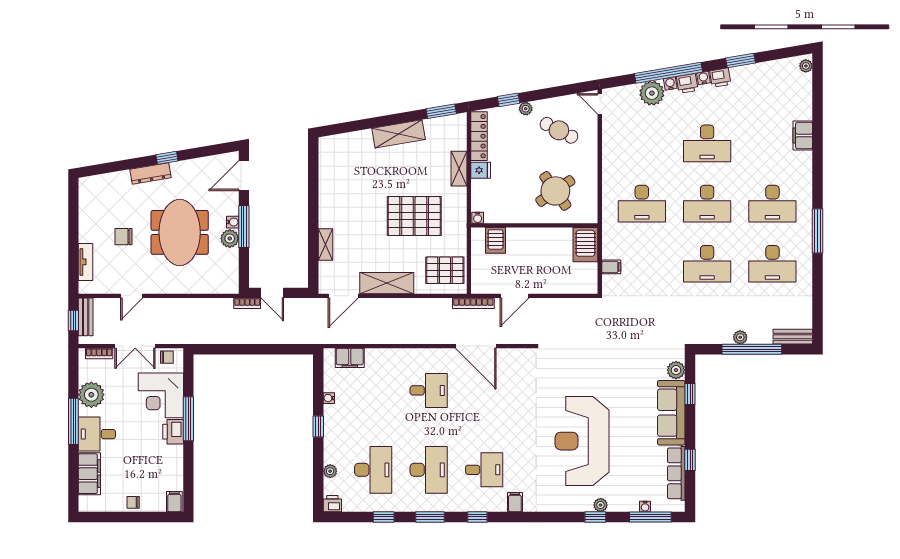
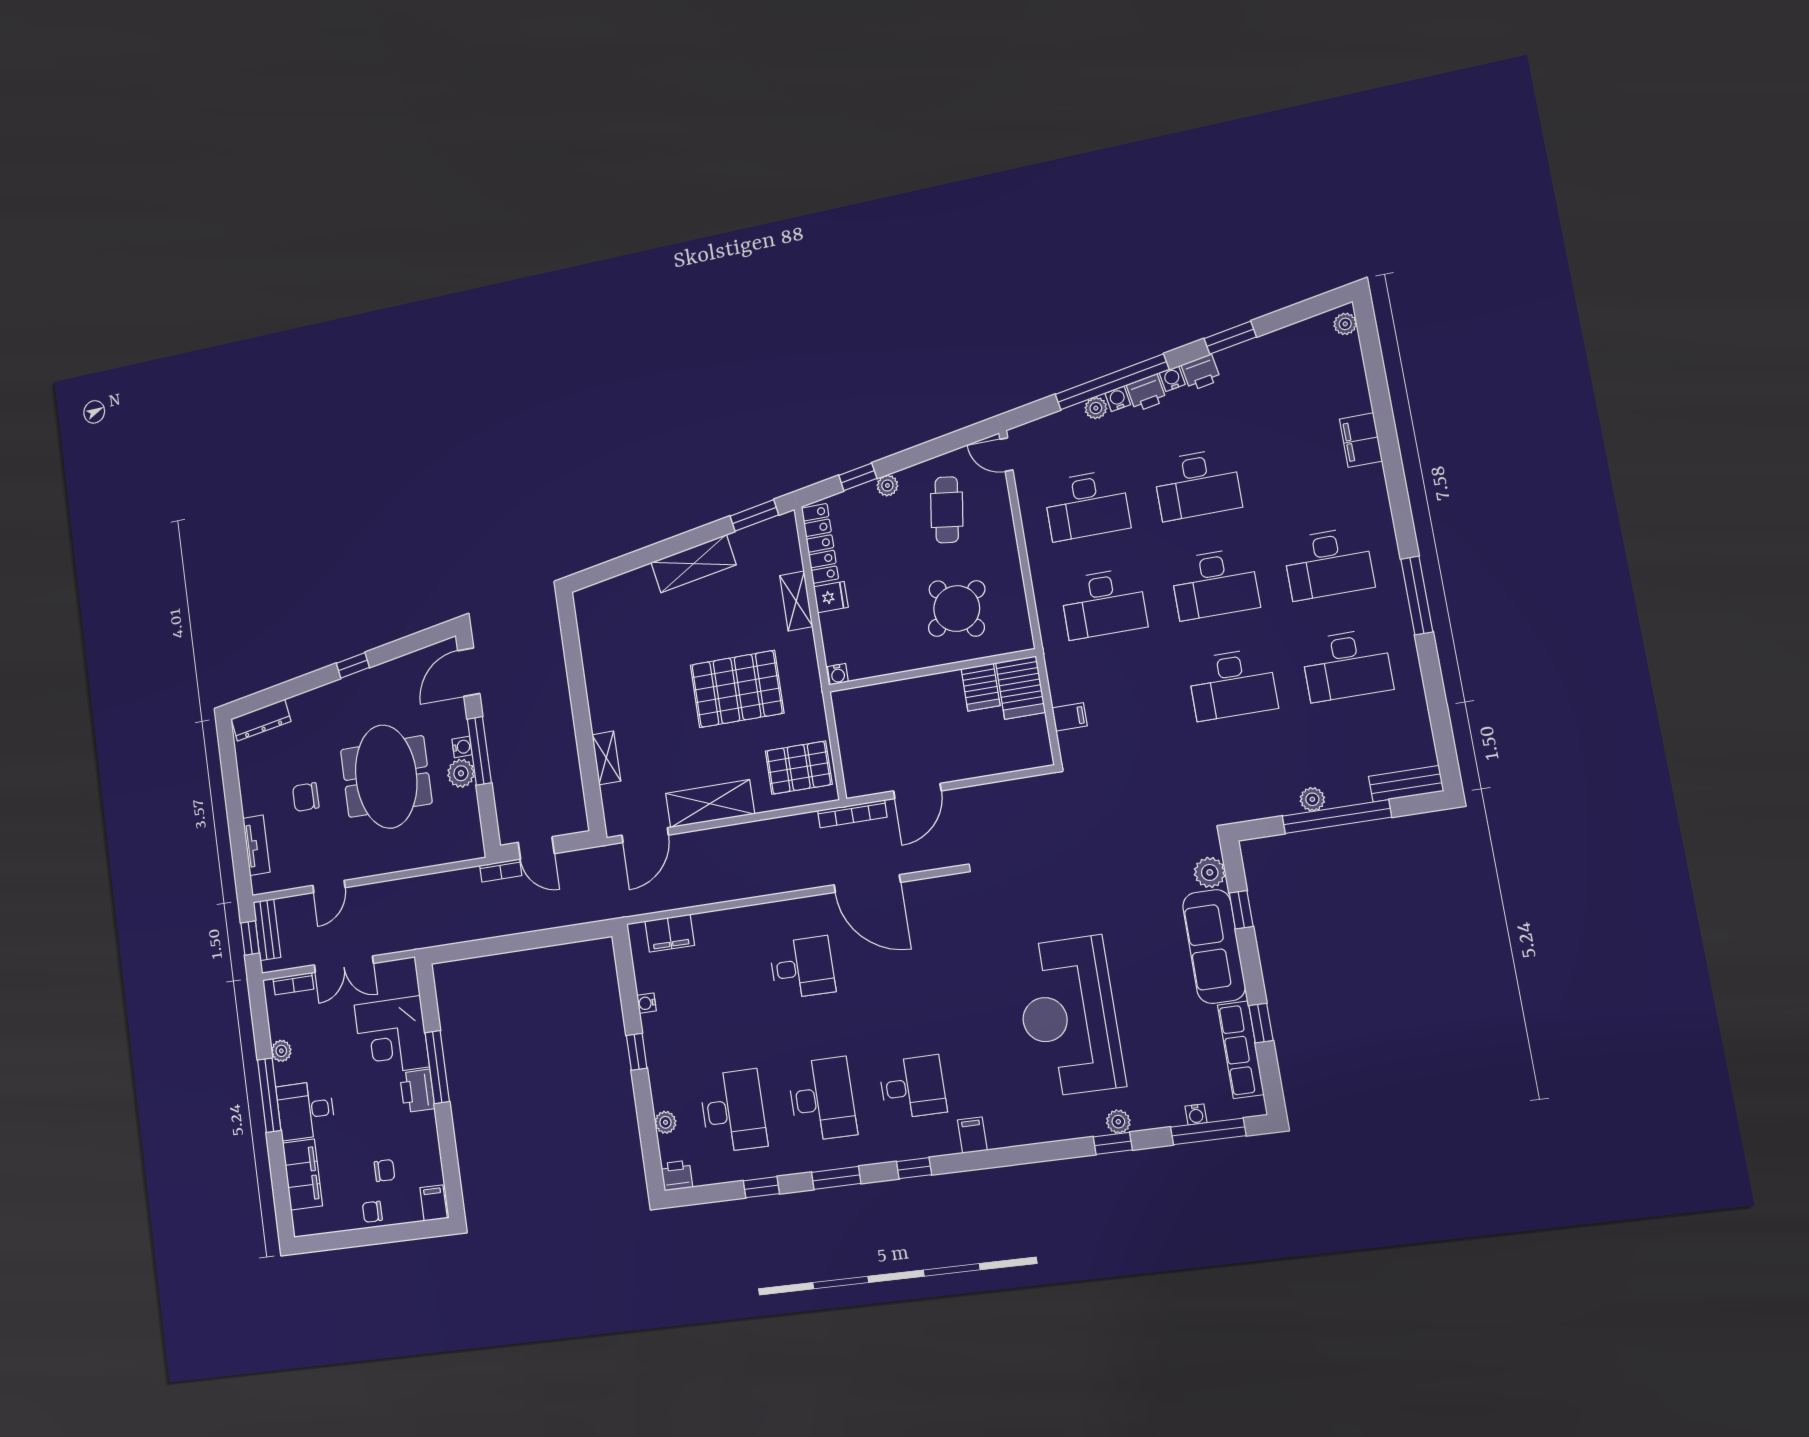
plant: (652, 93) -> (1096, 408), width x0.53, depth x0.53
cafe table: (559, 130) -> (947, 510), turned 71
desk: (642, 143) -> (1087, 505), added
dresser: (151, 174) -> (261, 720), moved
server rack: (496, 240) -> (981, 687), moved
chair: (167, 357) -> (384, 1171), moved
plant: (91, 395) -> (281, 1051), width x0.53, depth x0.53

